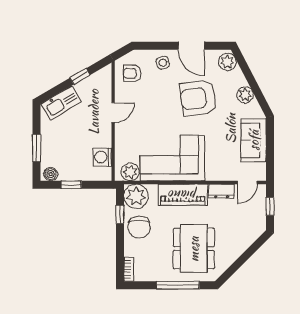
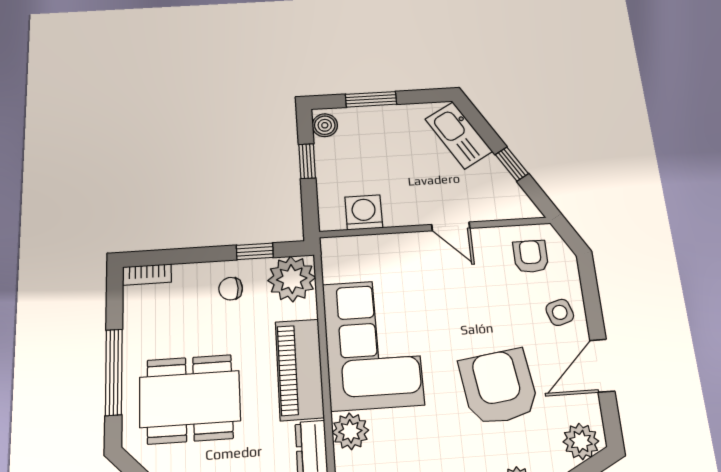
plant: (130, 172) -> (350, 431), moved
chair: (139, 227) -> (231, 289), width x0.54, depth x0.54

